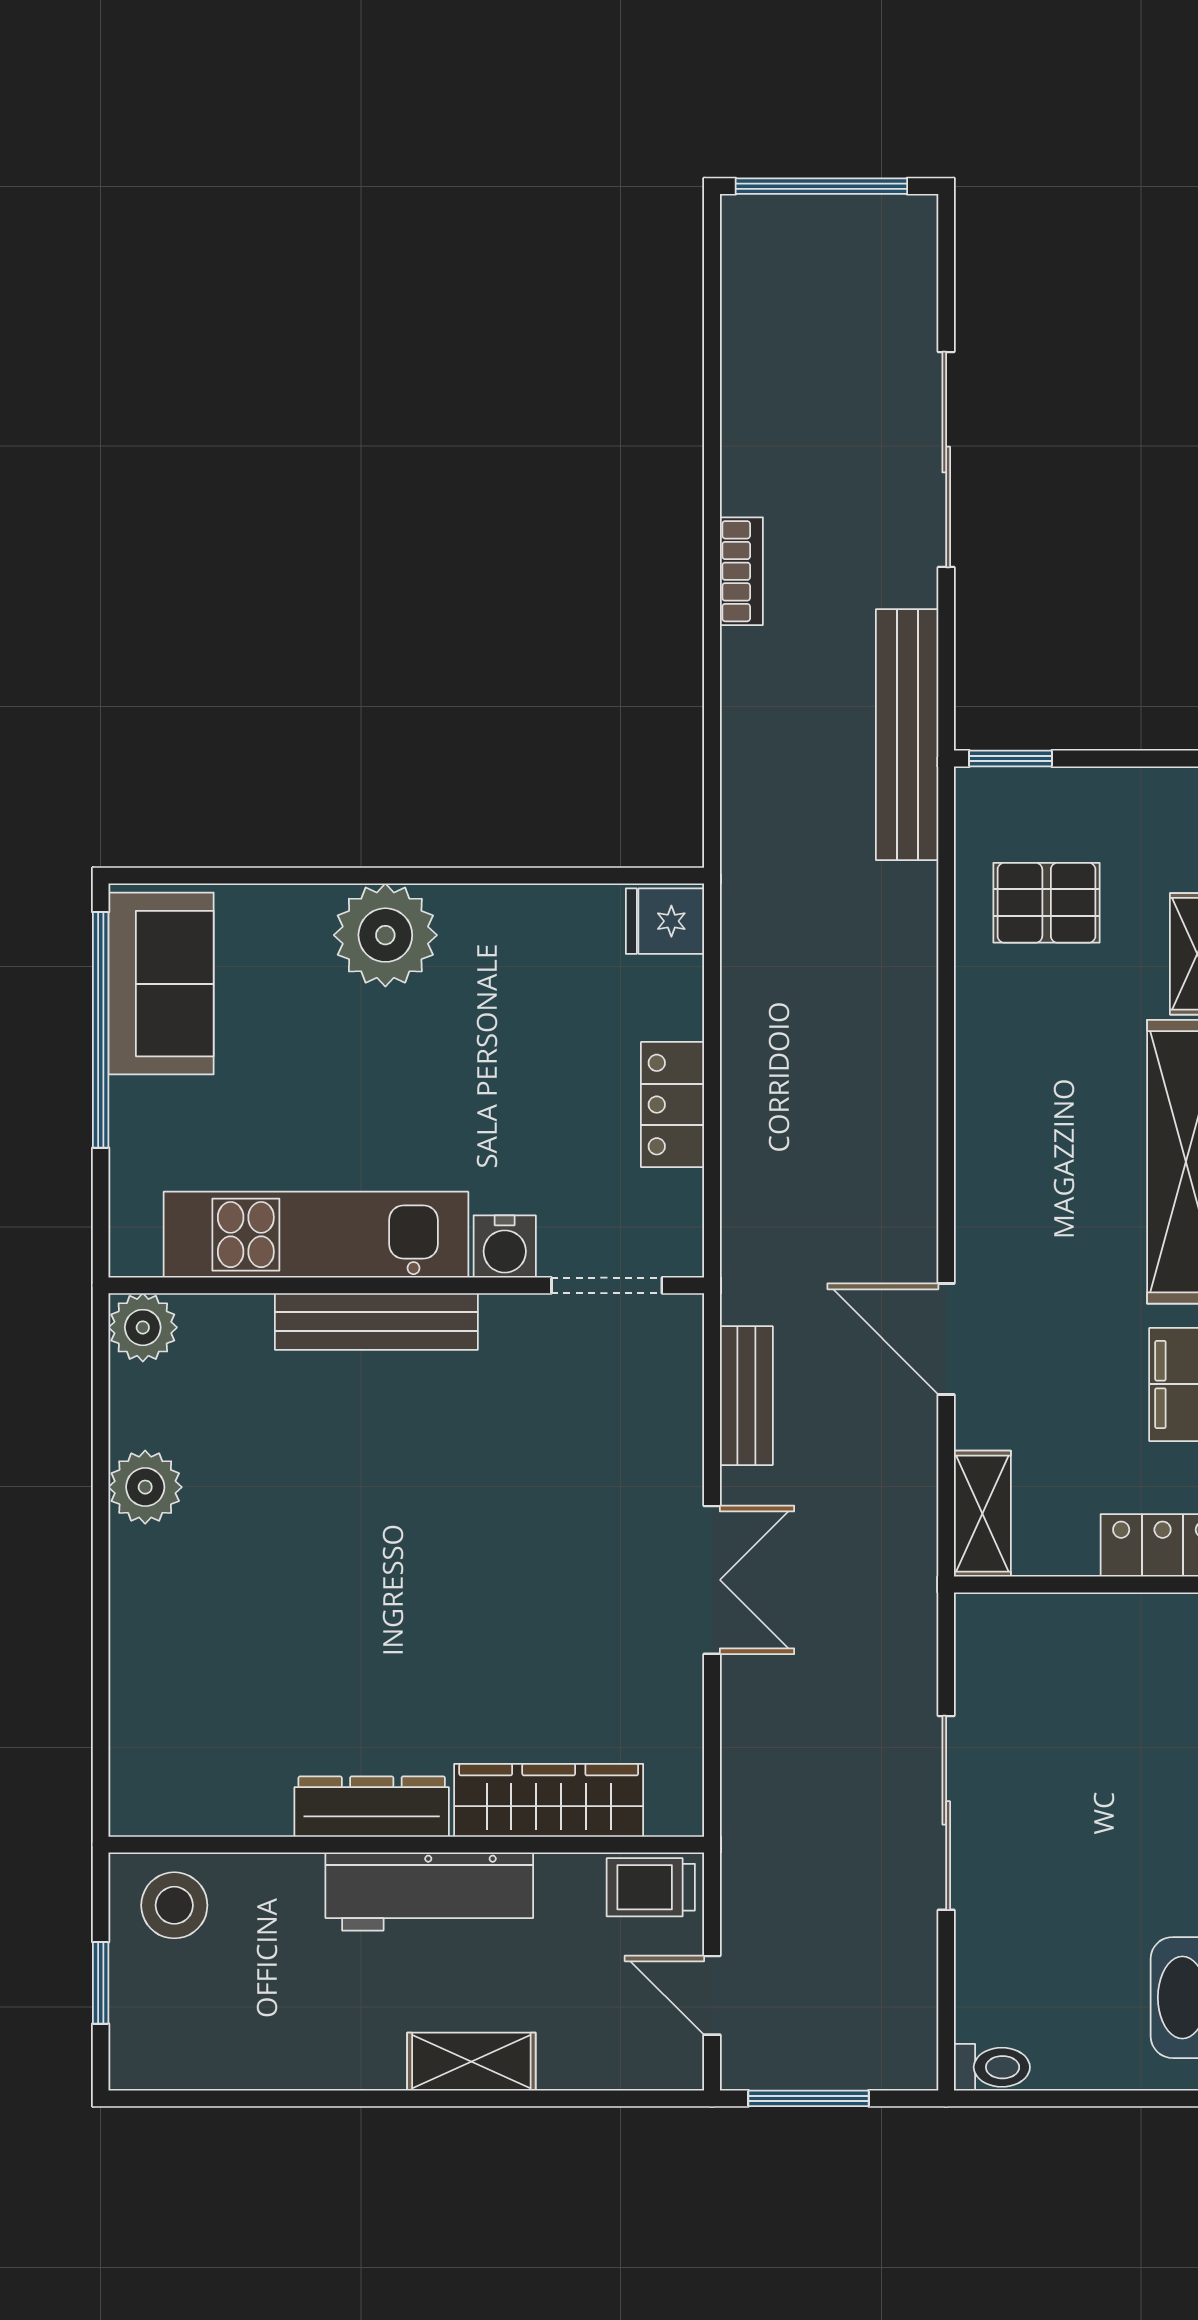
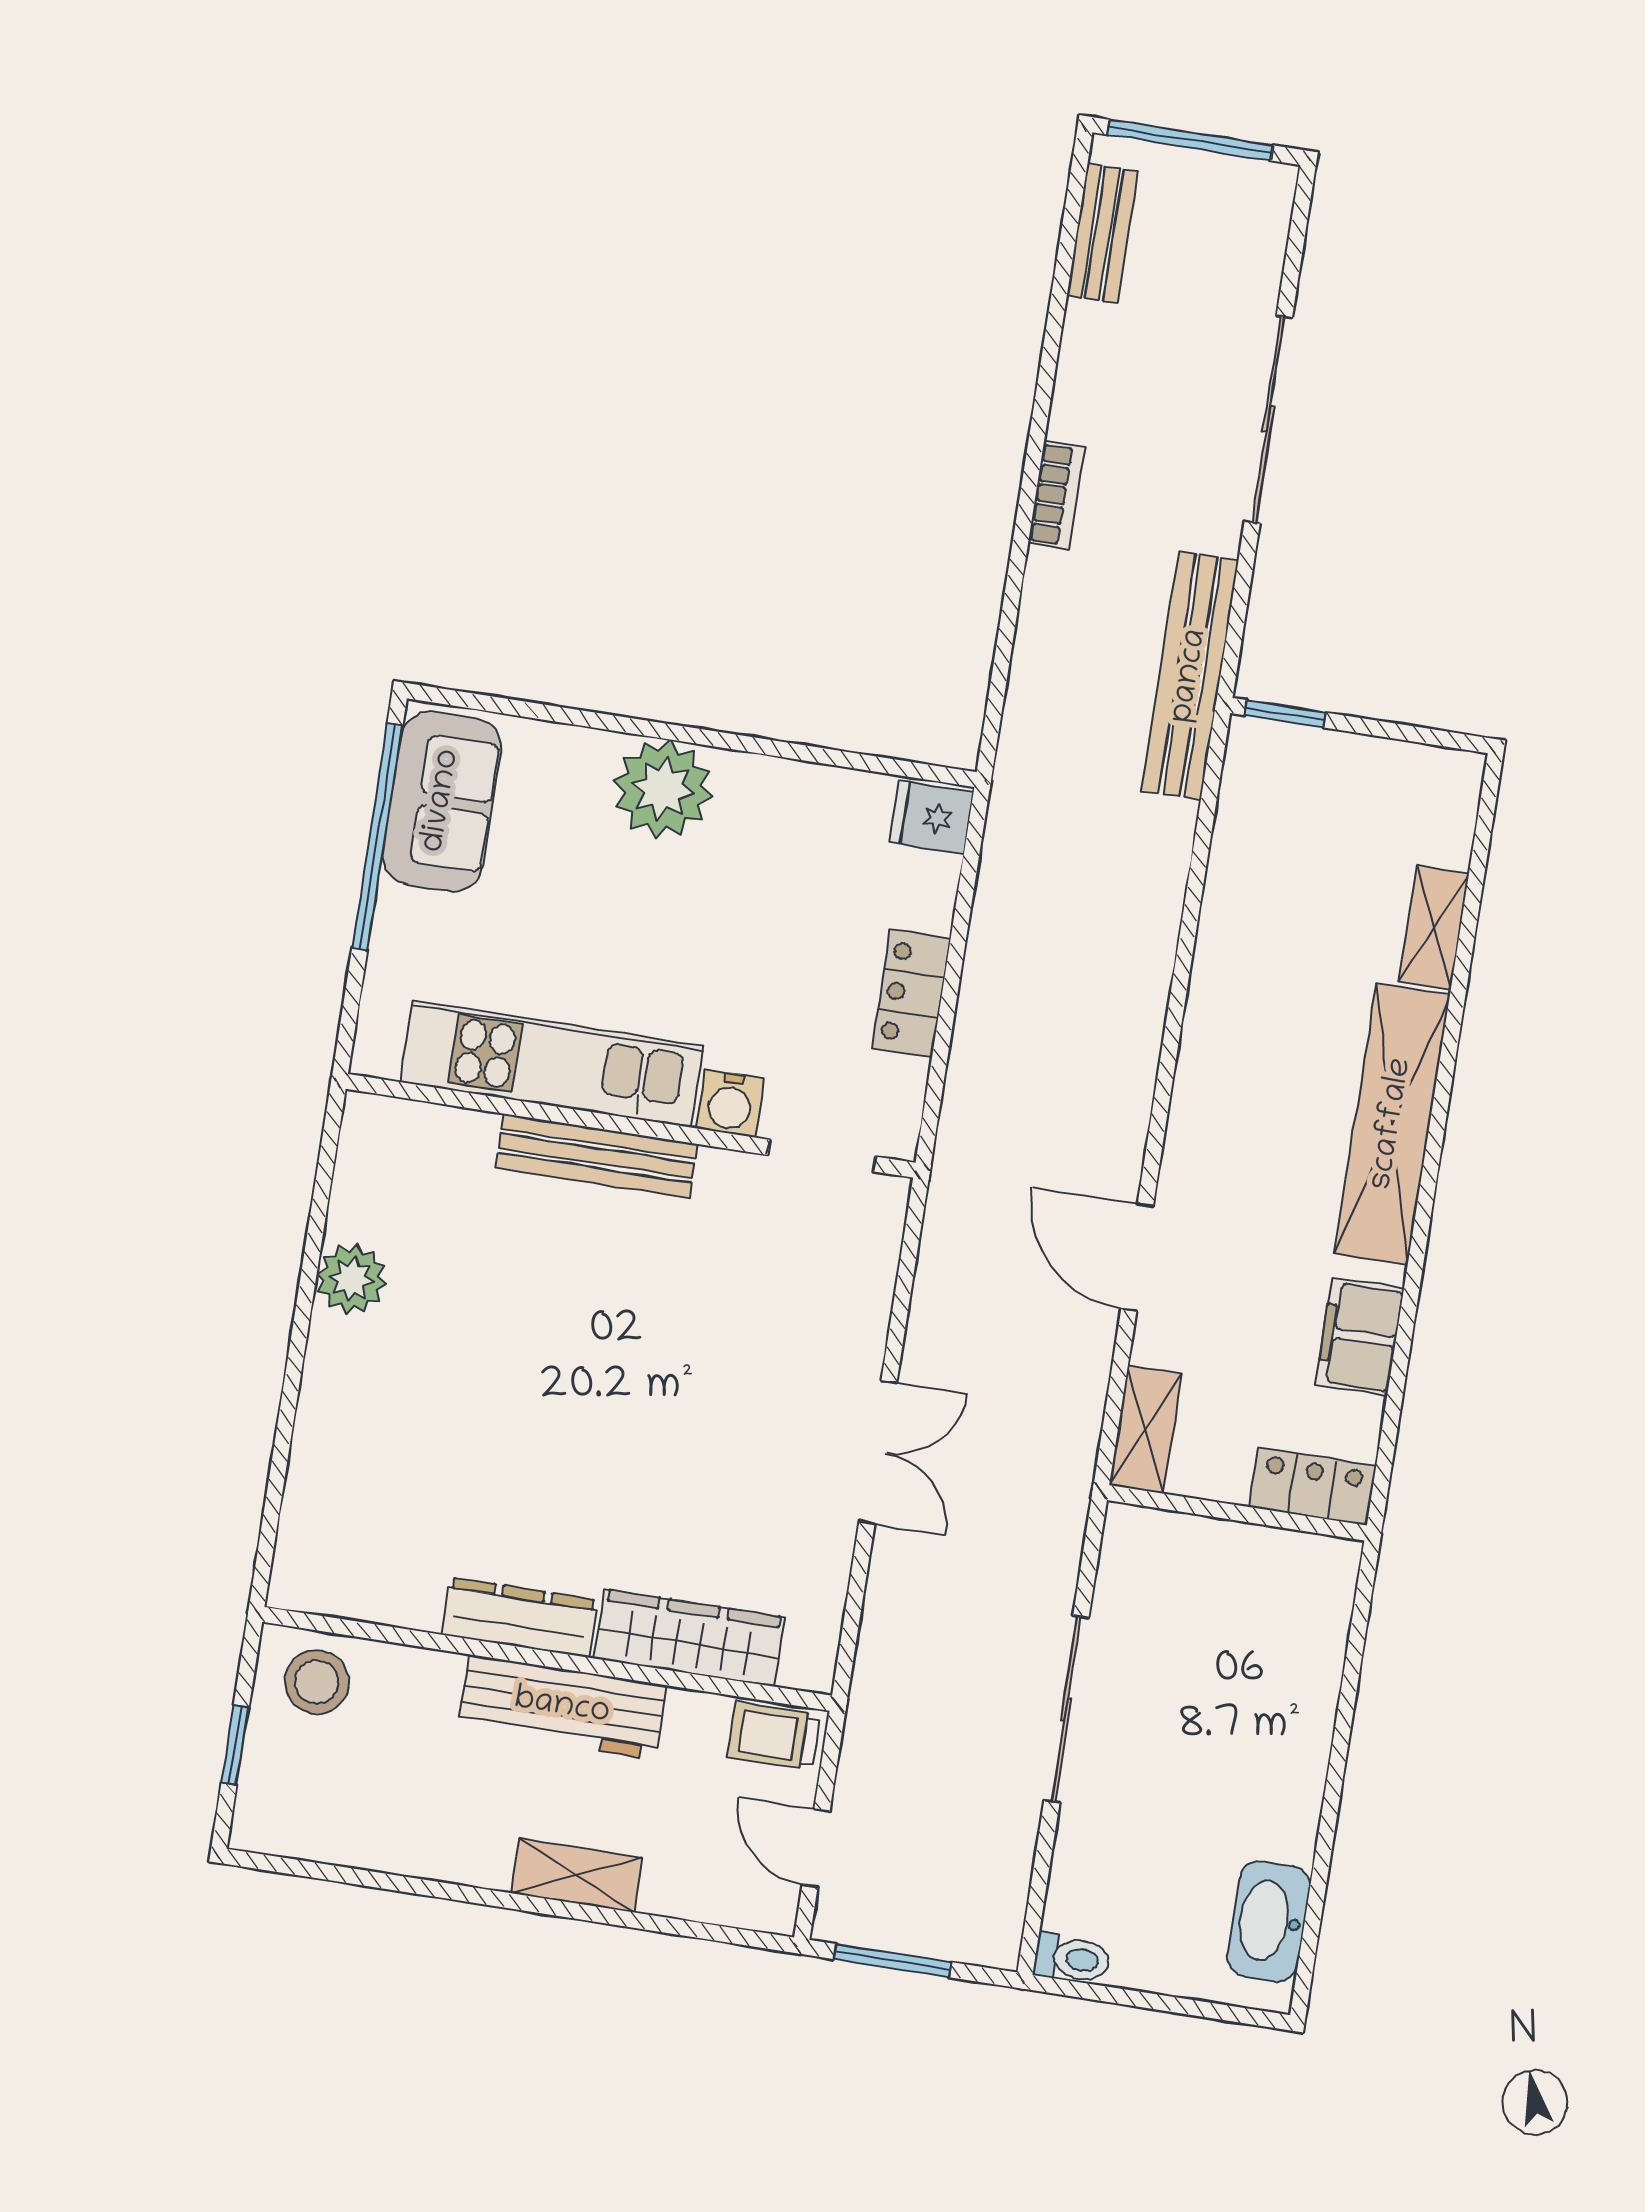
pallet: (1047, 903) -> (1298, 857), removed
plant: (143, 1327) -> (373, 1127), removed
bench: (746, 1396) -> (1102, 233), moved

